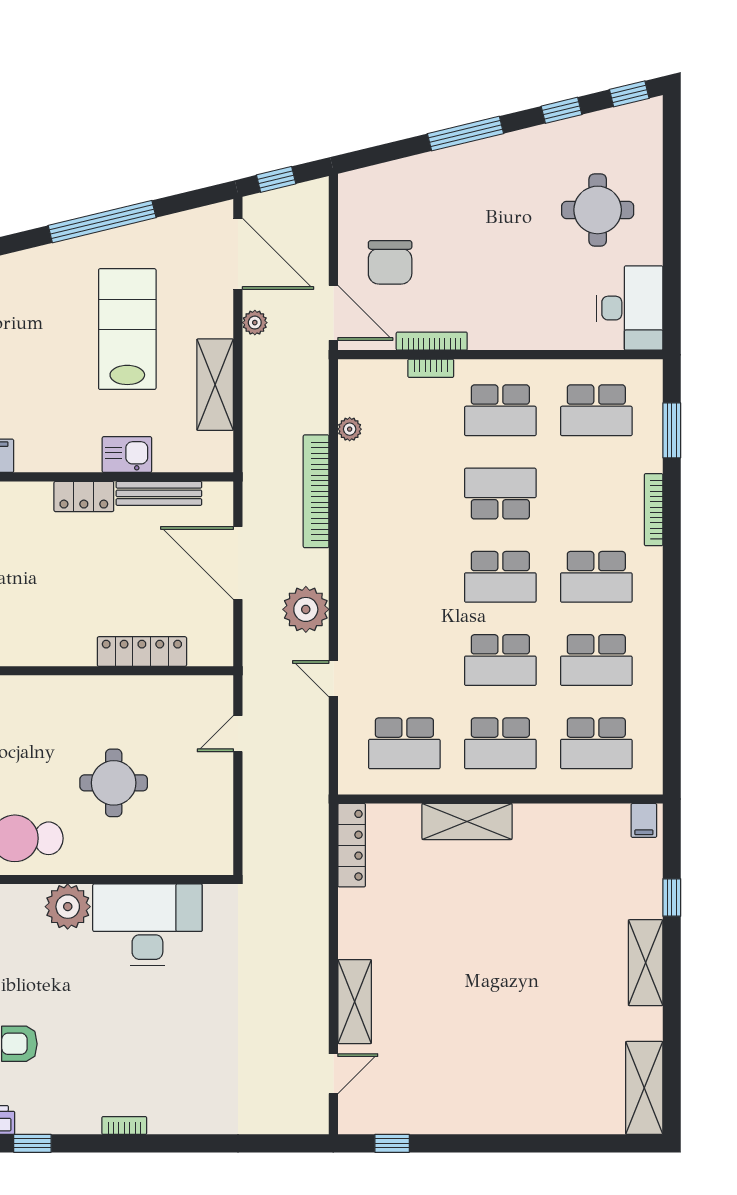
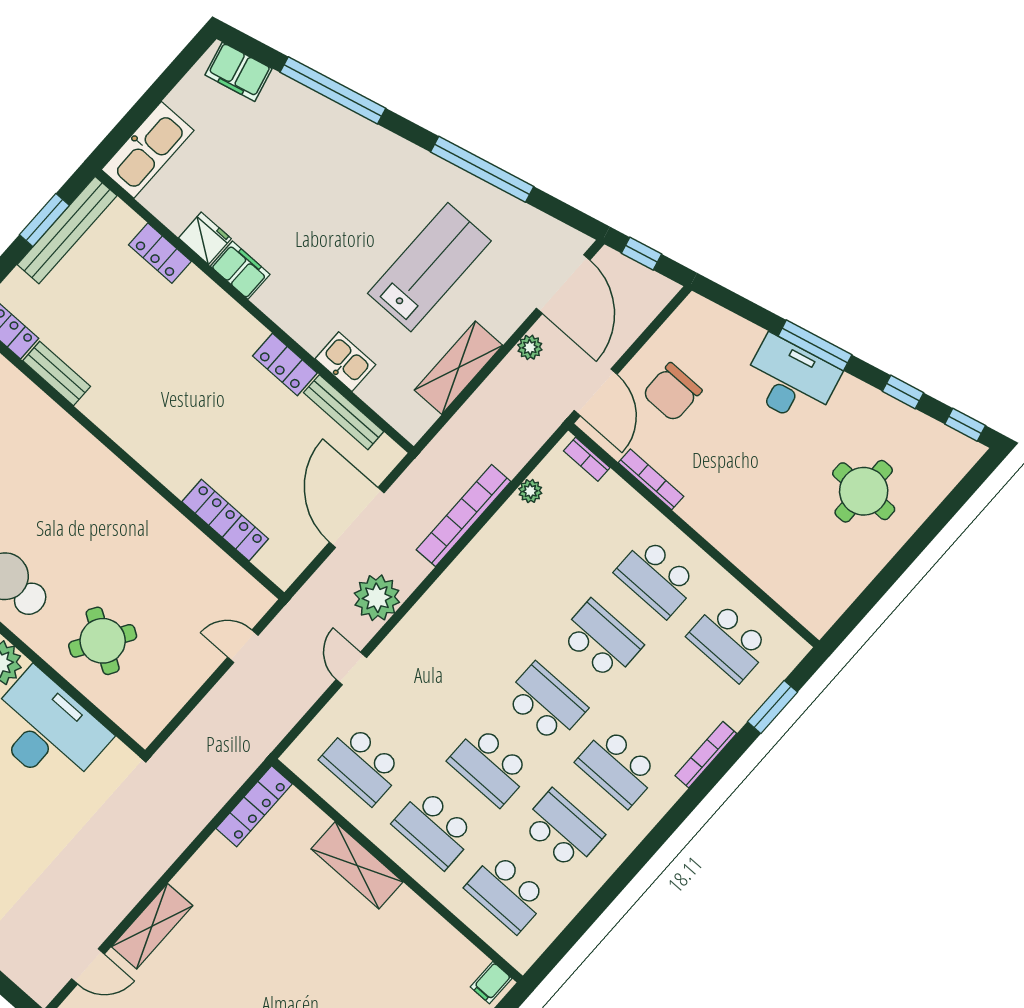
desk: (630, 308) -> (790, 380), moved, turned -104
bookcase: (431, 368) -> (587, 459), moved
school desk: (500, 577) -> (545, 703), turned 180
school desk: (596, 660) -> (562, 830), turned 180
round table: (114, 783) -> (103, 641), moved, turned 32

